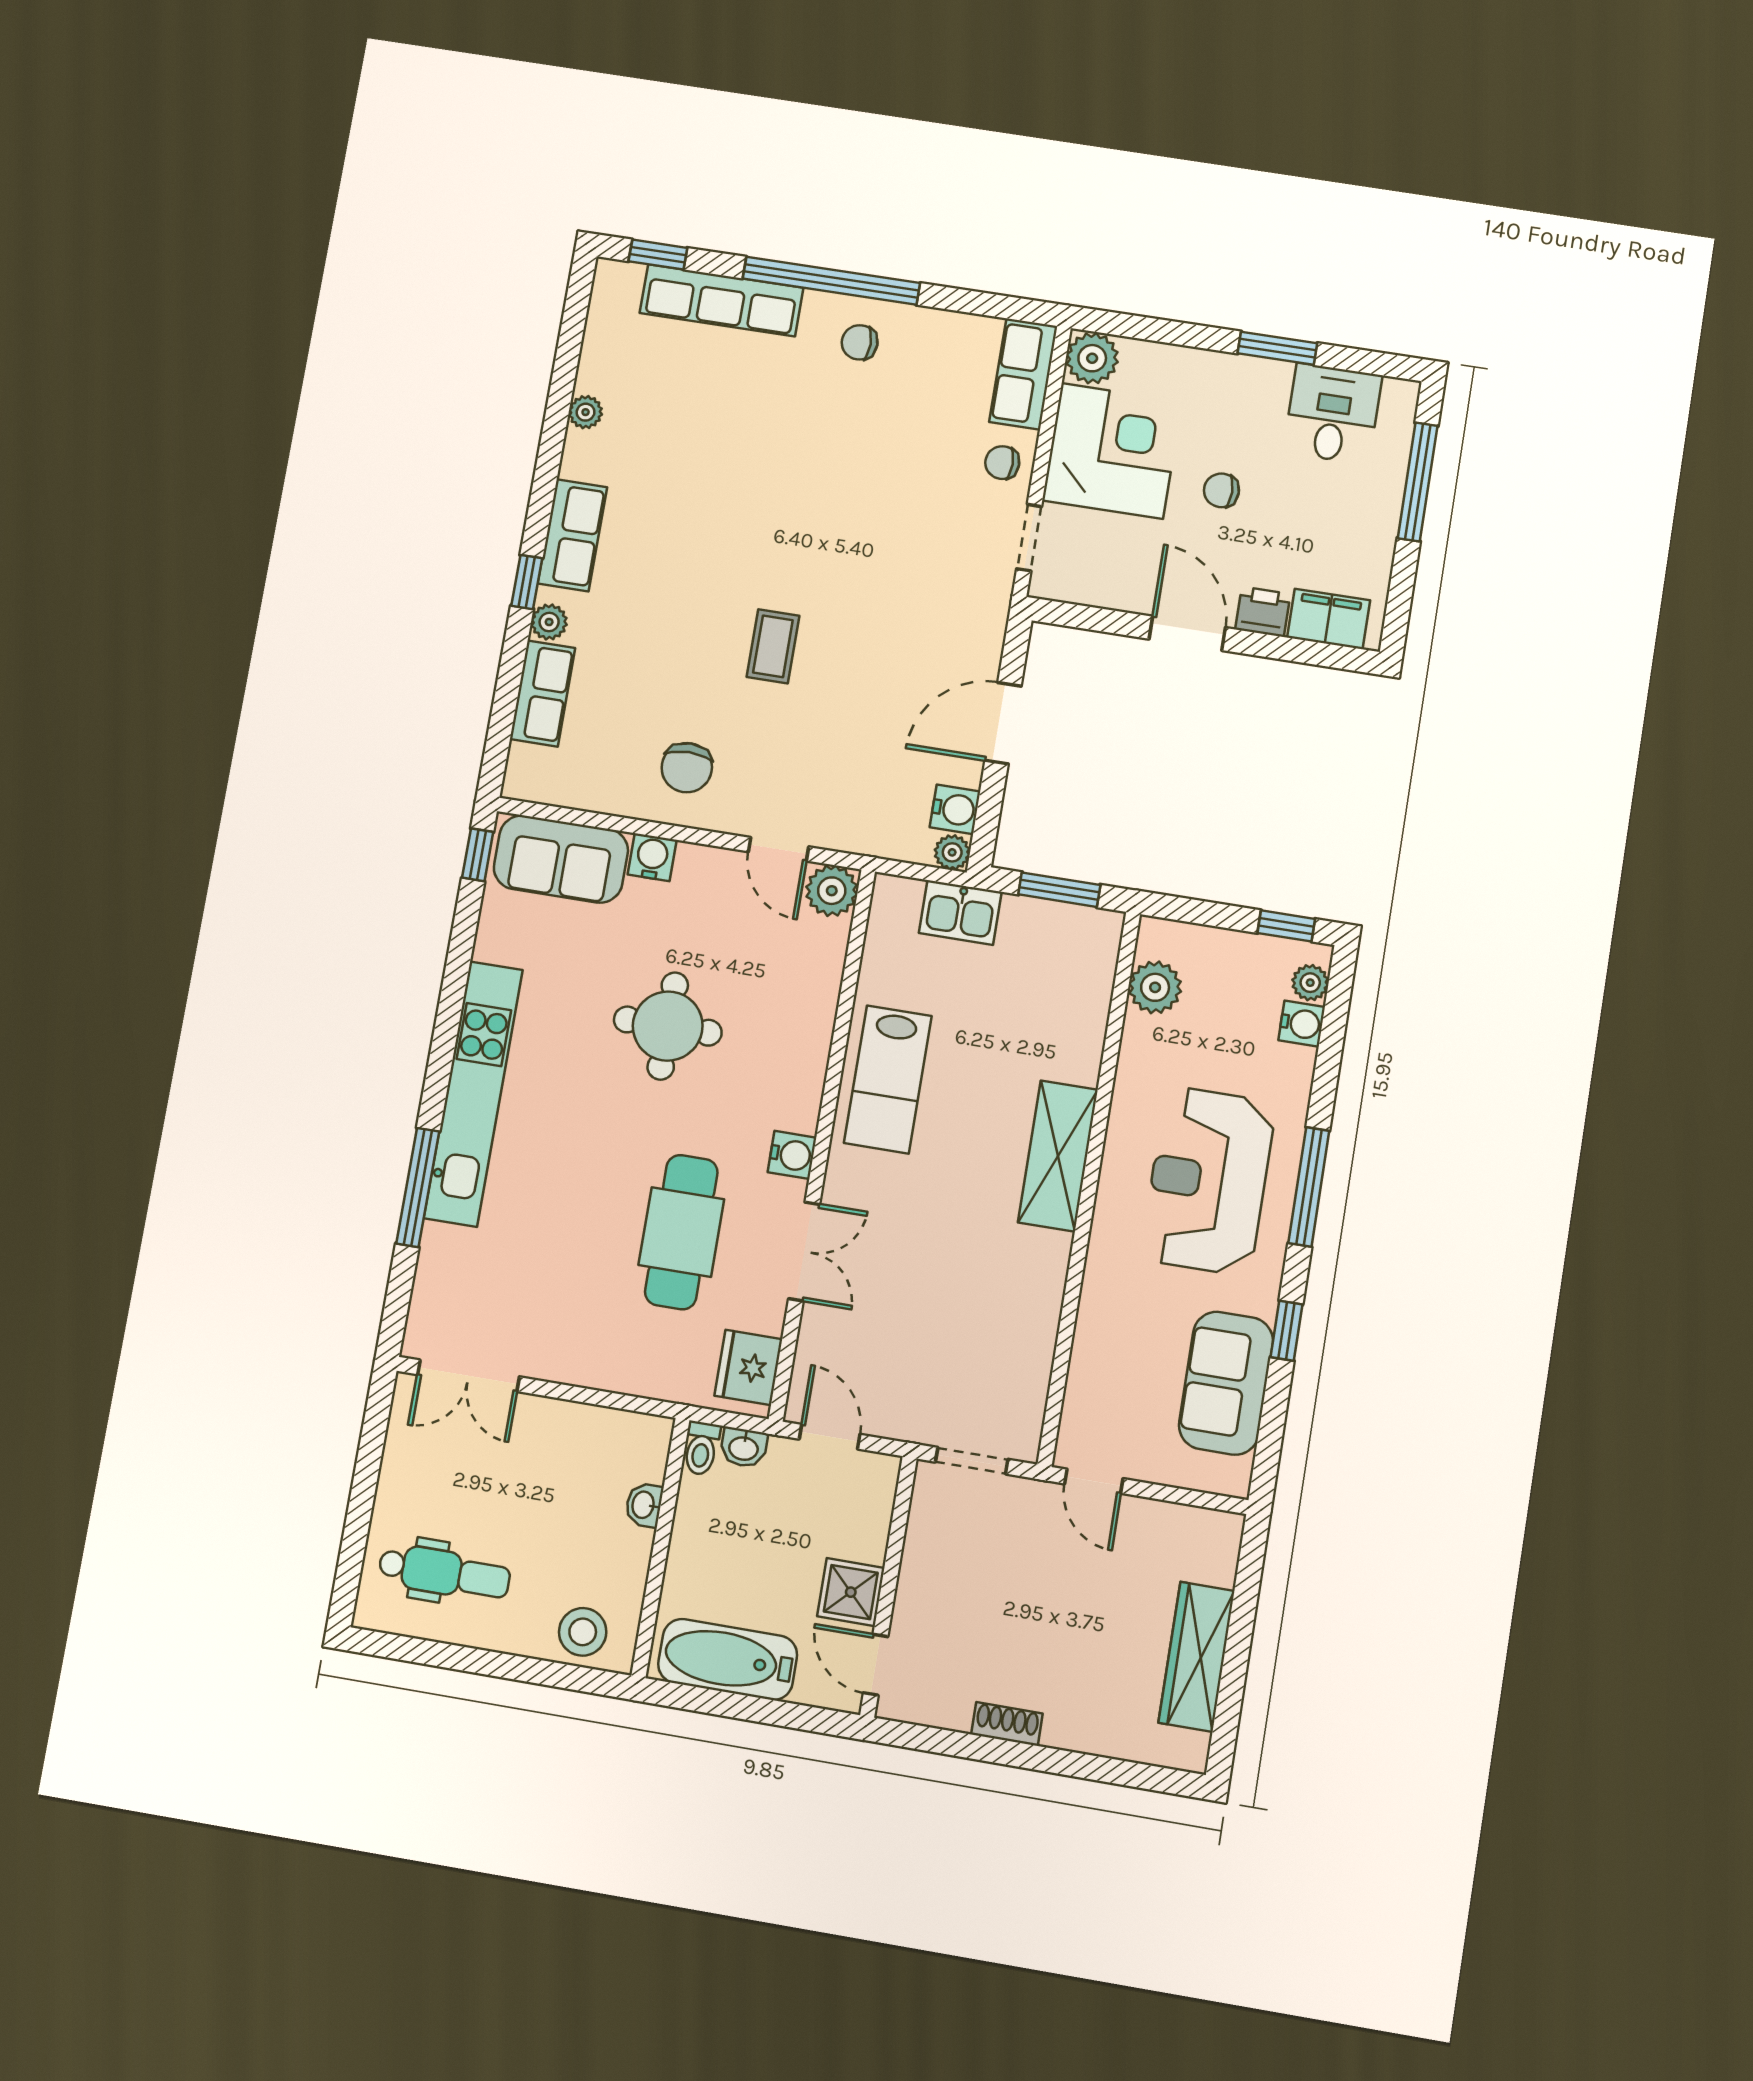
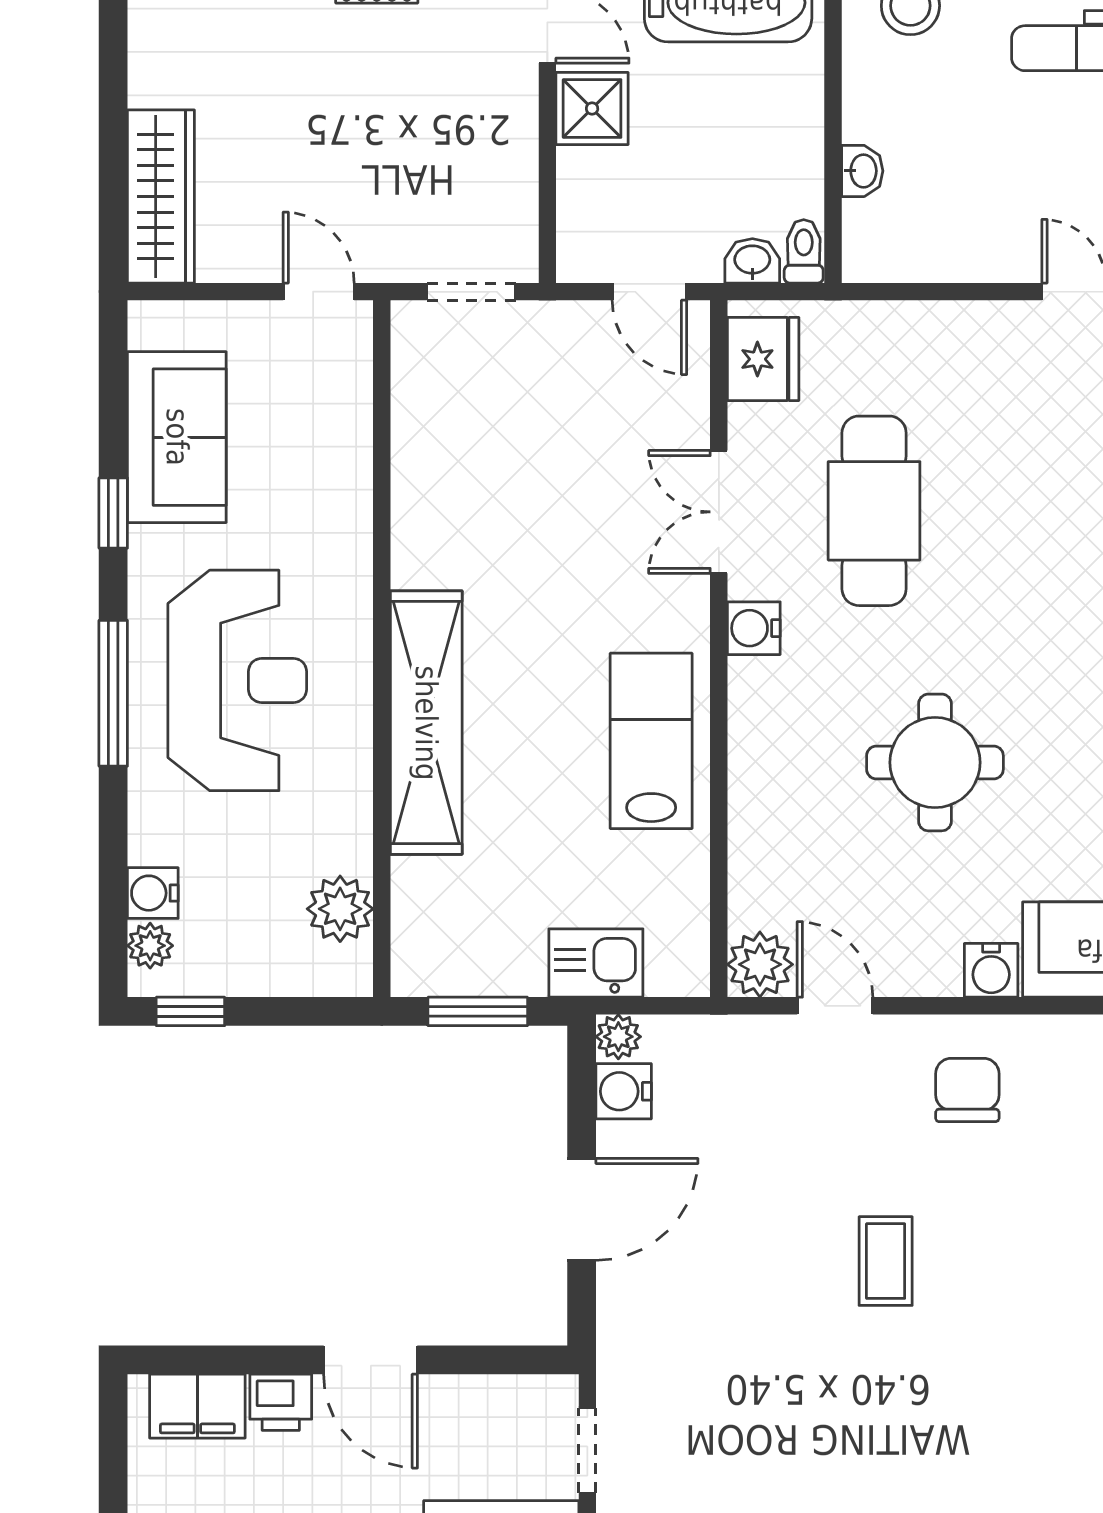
shelving: (1058, 1156) -> (426, 723), width x1.47
wardrobe: (1197, 1657) -> (161, 196), moved

